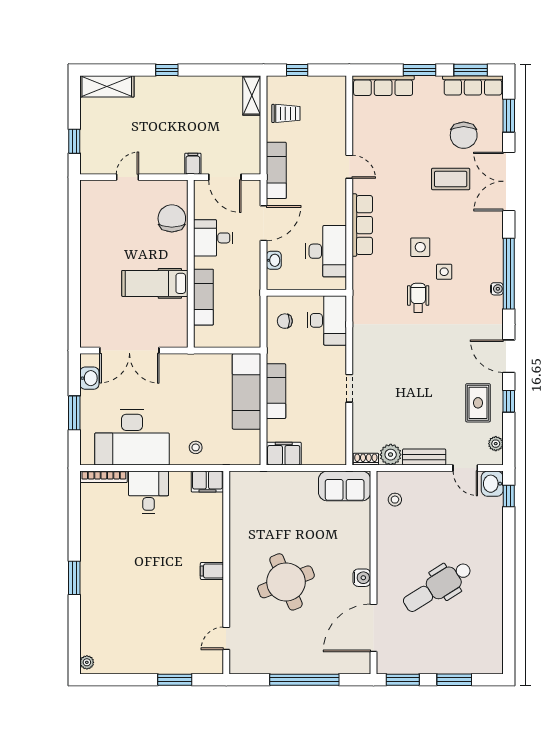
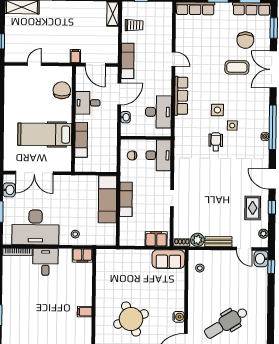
hospital bed: (155, 283) -> (45, 134), width x1.37, depth x1.29
filing cabinet: (284, 454) -> (156, 239), moved

